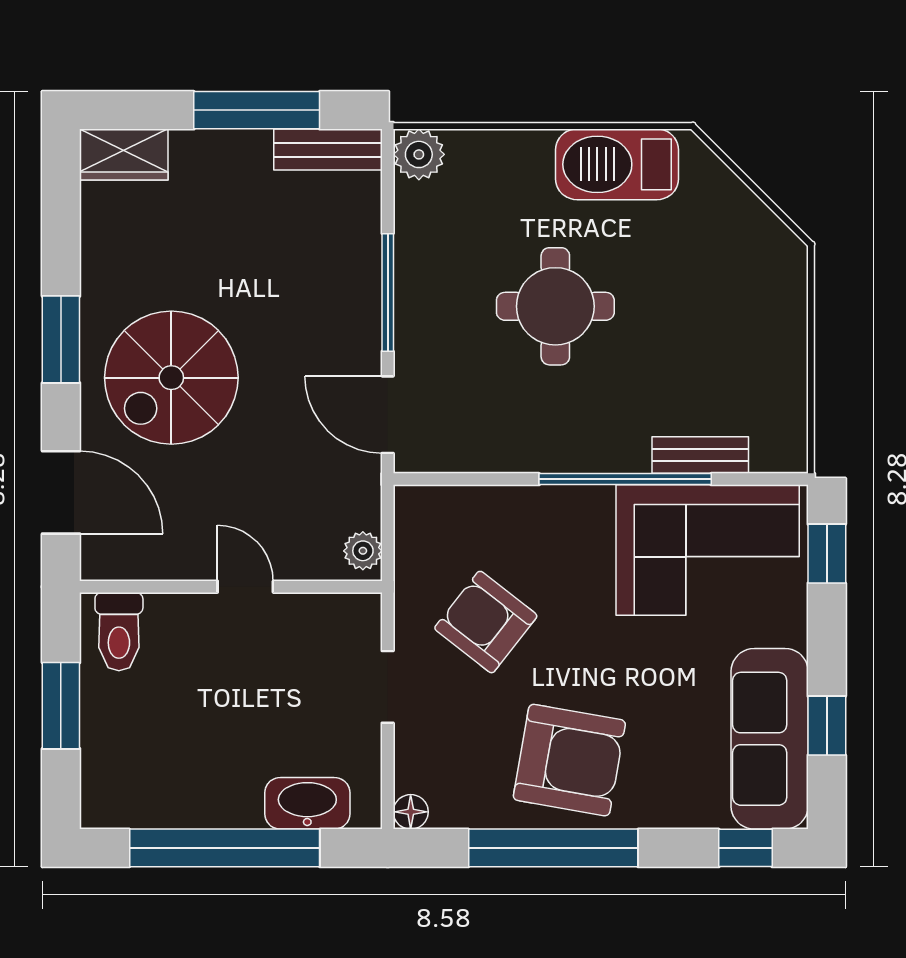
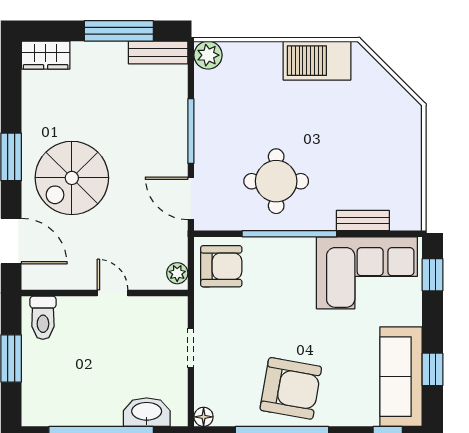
round table: (555, 306) -> (276, 181), moved
window: (625, 479) -> (289, 234), moved
armchair: (486, 622) -> (221, 266), moved, turned 142

